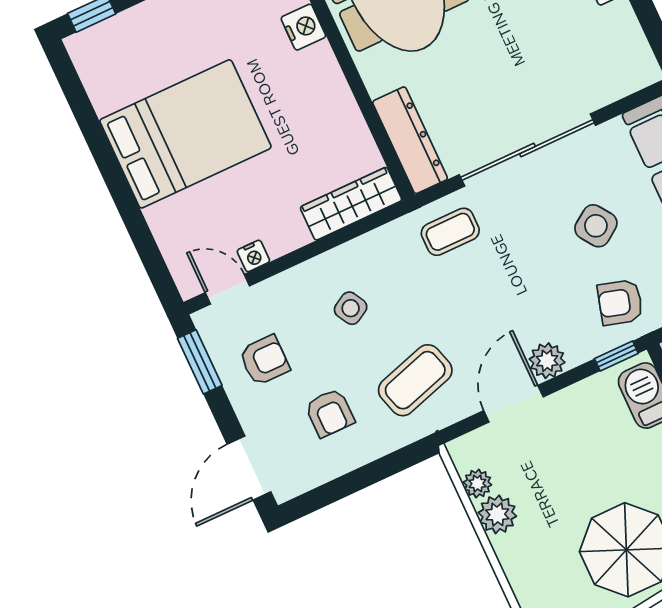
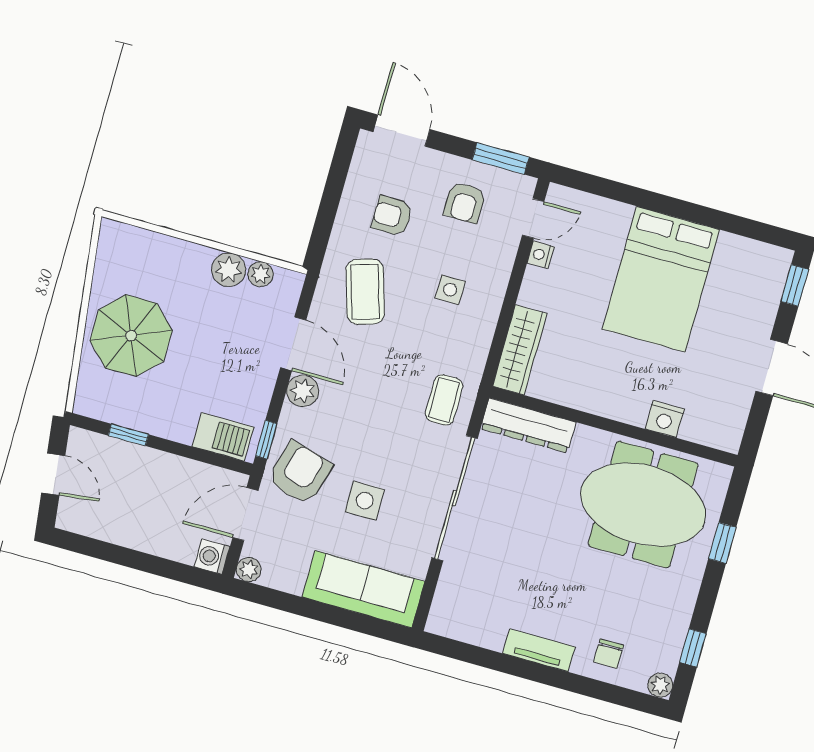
side table: (596, 226) -> (365, 501), turned 35
armchair: (620, 302) -> (300, 473), width x1.38, depth x1.38
side table: (351, 308) -> (450, 290), turned 30

